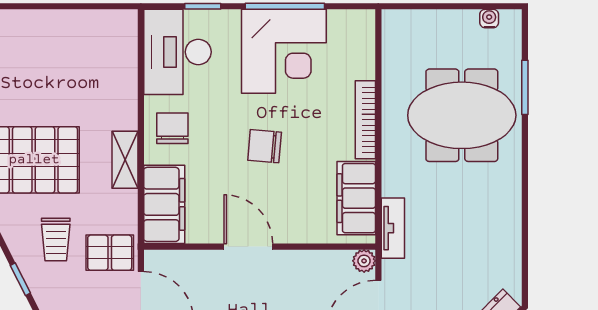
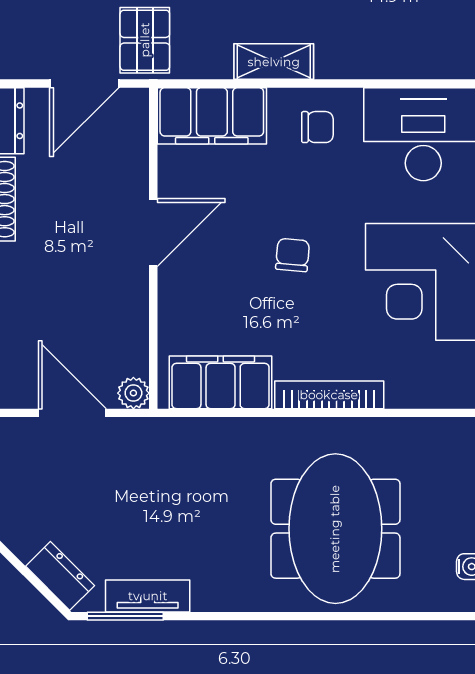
window: (525, 87) -> (125, 616), moved
chair: (172, 128) -> (317, 127), width x0.73, depth x0.73
chair: (265, 146) -> (293, 255), width x0.73, depth x0.73
tv unit: (393, 228) -> (148, 596), moved, turned 180

